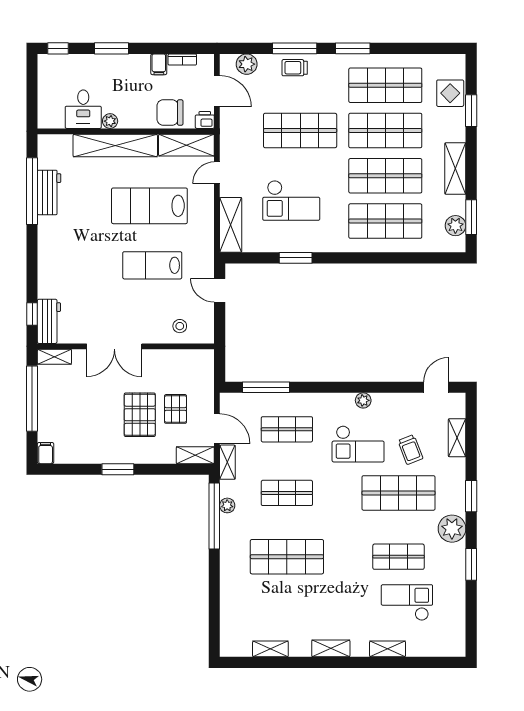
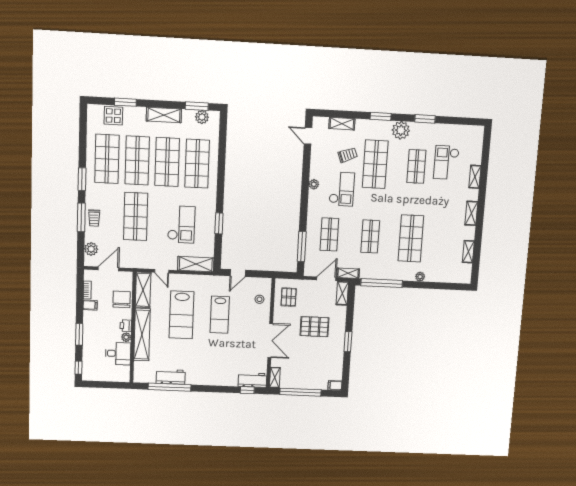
chair: (170, 112) -> (122, 299), turned 180
printer: (205, 120) -> (126, 326), moved
pallet: (176, 409) -> (289, 297), moved, turned 90
plant: (227, 505) -> (420, 277), moved

